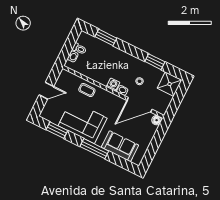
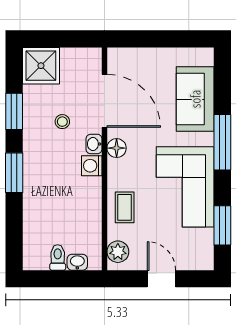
window: (106, 37) -> (14, 173), moved
plant: (68, 77) -> (118, 252), added
floor lamp: (157, 120) -> (117, 148), moved

